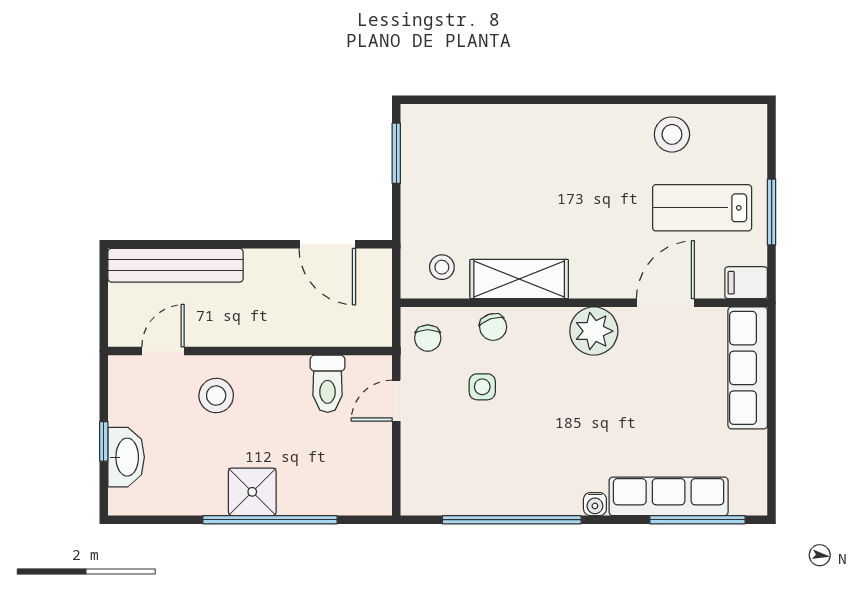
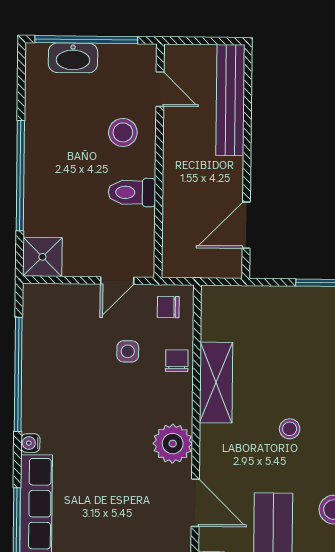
stool: (442, 267) -> (290, 429), moved
chair: (493, 327) -> (177, 361), turned 108
toilet: (328, 384) -> (132, 192), moved
door: (396, 401) -> (117, 281), swing flipped
window: (104, 441) -> (86, 40), width x3.17
shower: (252, 492) -> (42, 257), moved

